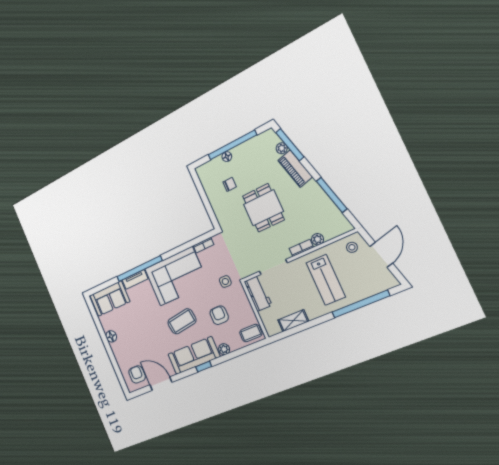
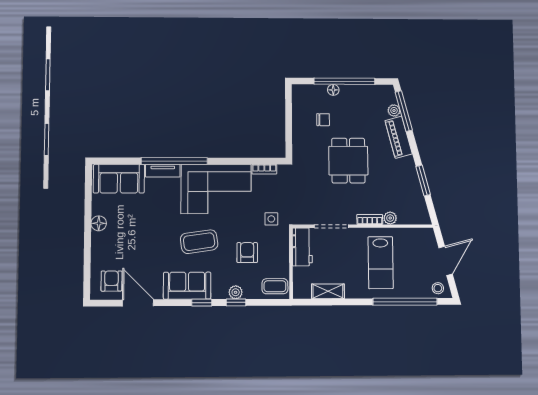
window: (332, 195) -> (423, 181), width x0.69
stool: (352, 247) -> (438, 288), moved
sofa: (194, 355) -> (187, 286), width x0.73
window: (228, 357) -> (236, 302), added

